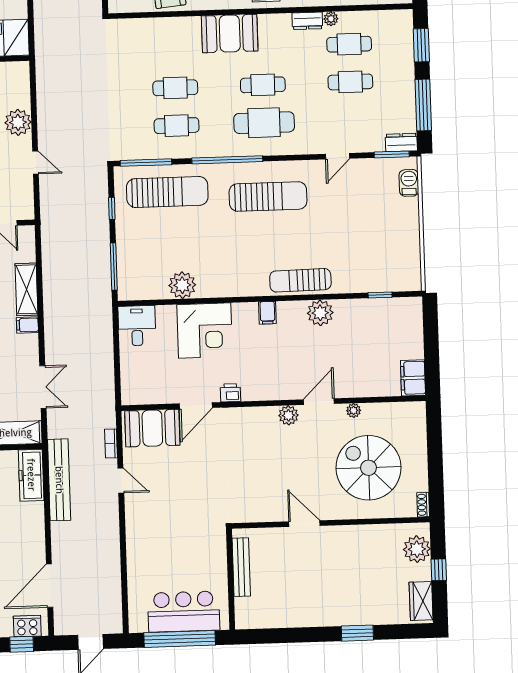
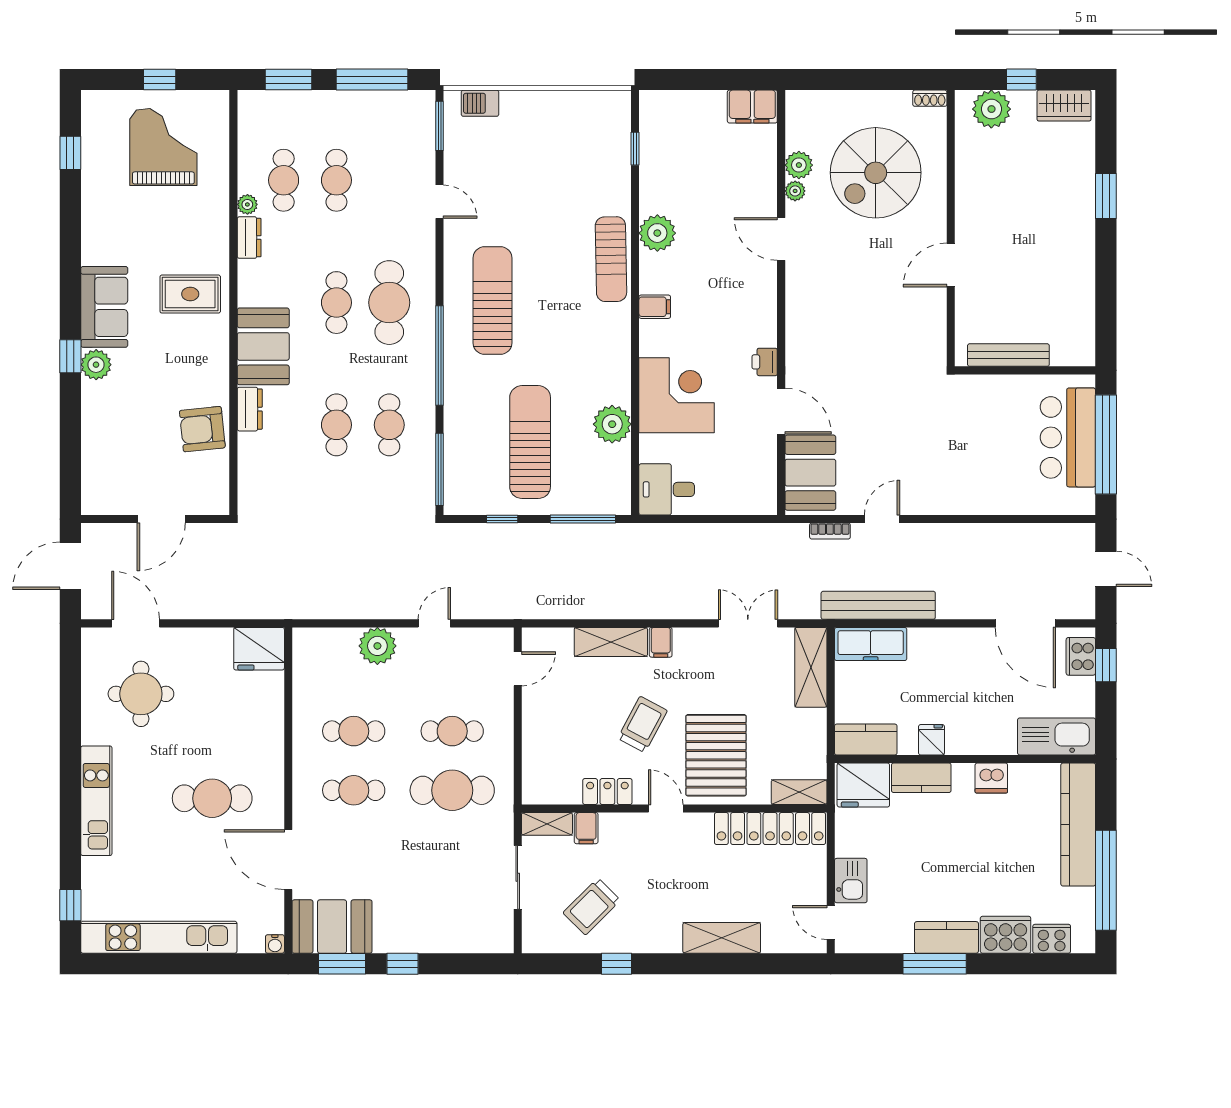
dresser: (401, 142) -> (250, 409), moved, turned 180
sun lounger: (167, 192) -> (530, 442), moved
plant: (288, 415) -> (799, 165), moved

